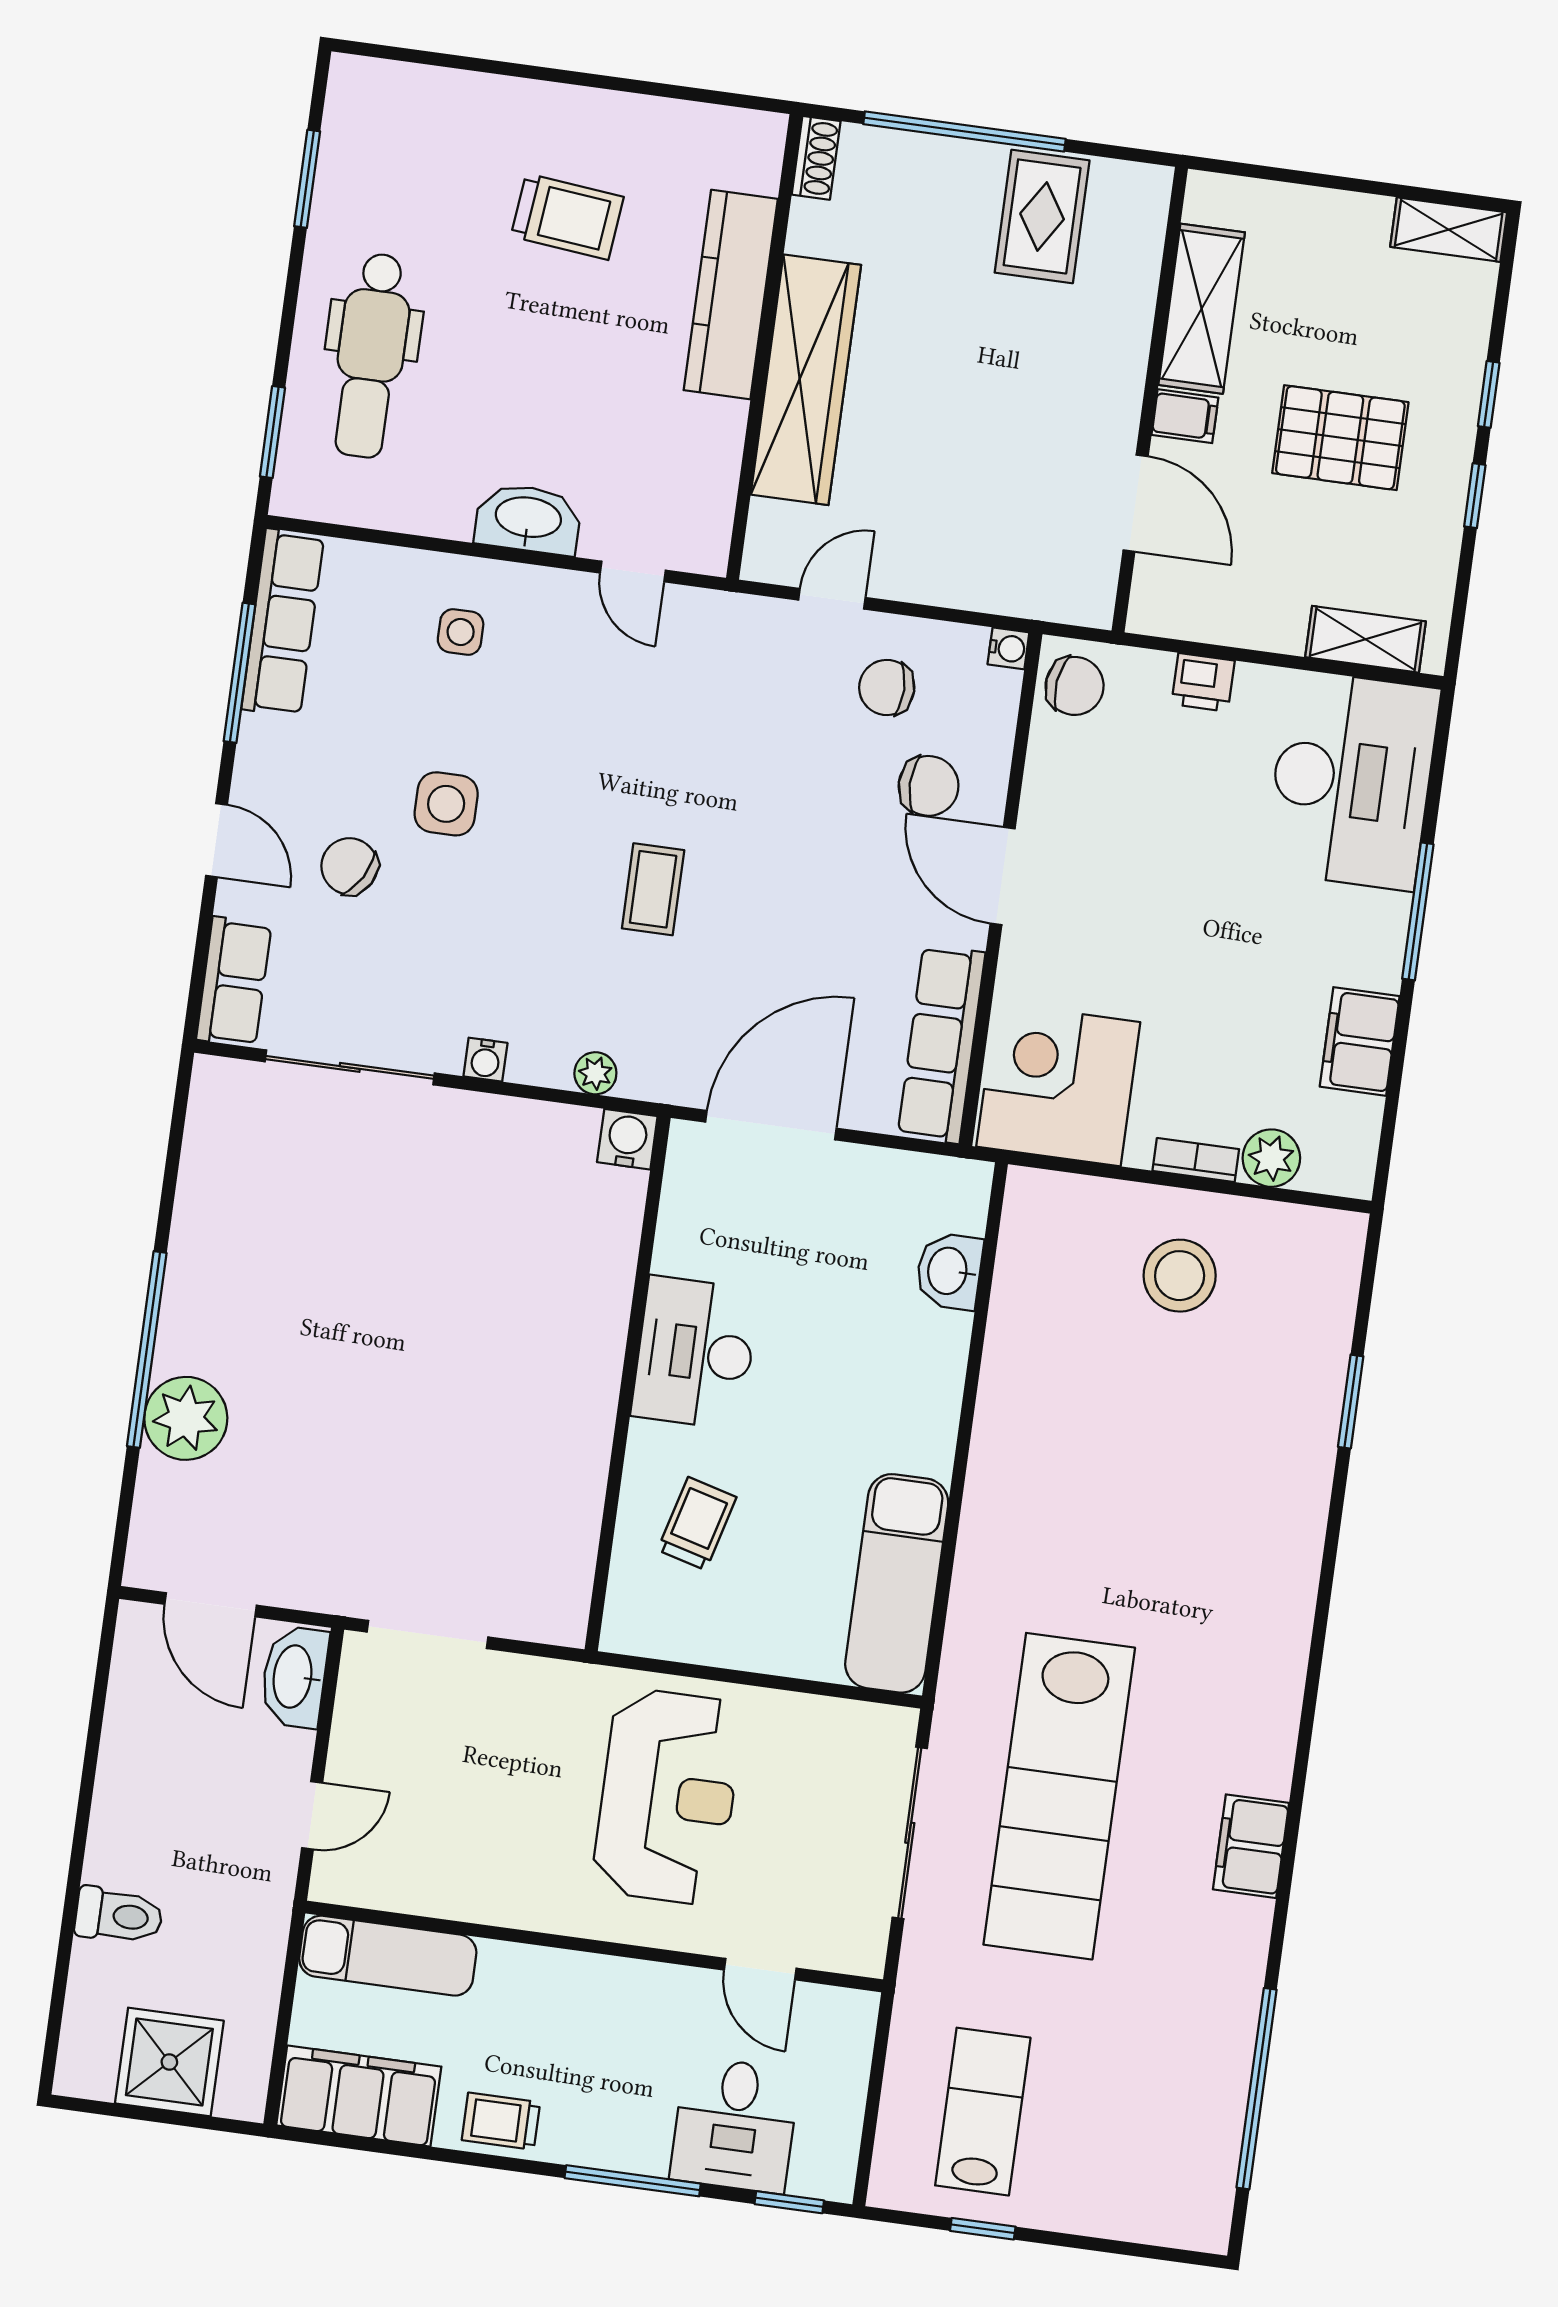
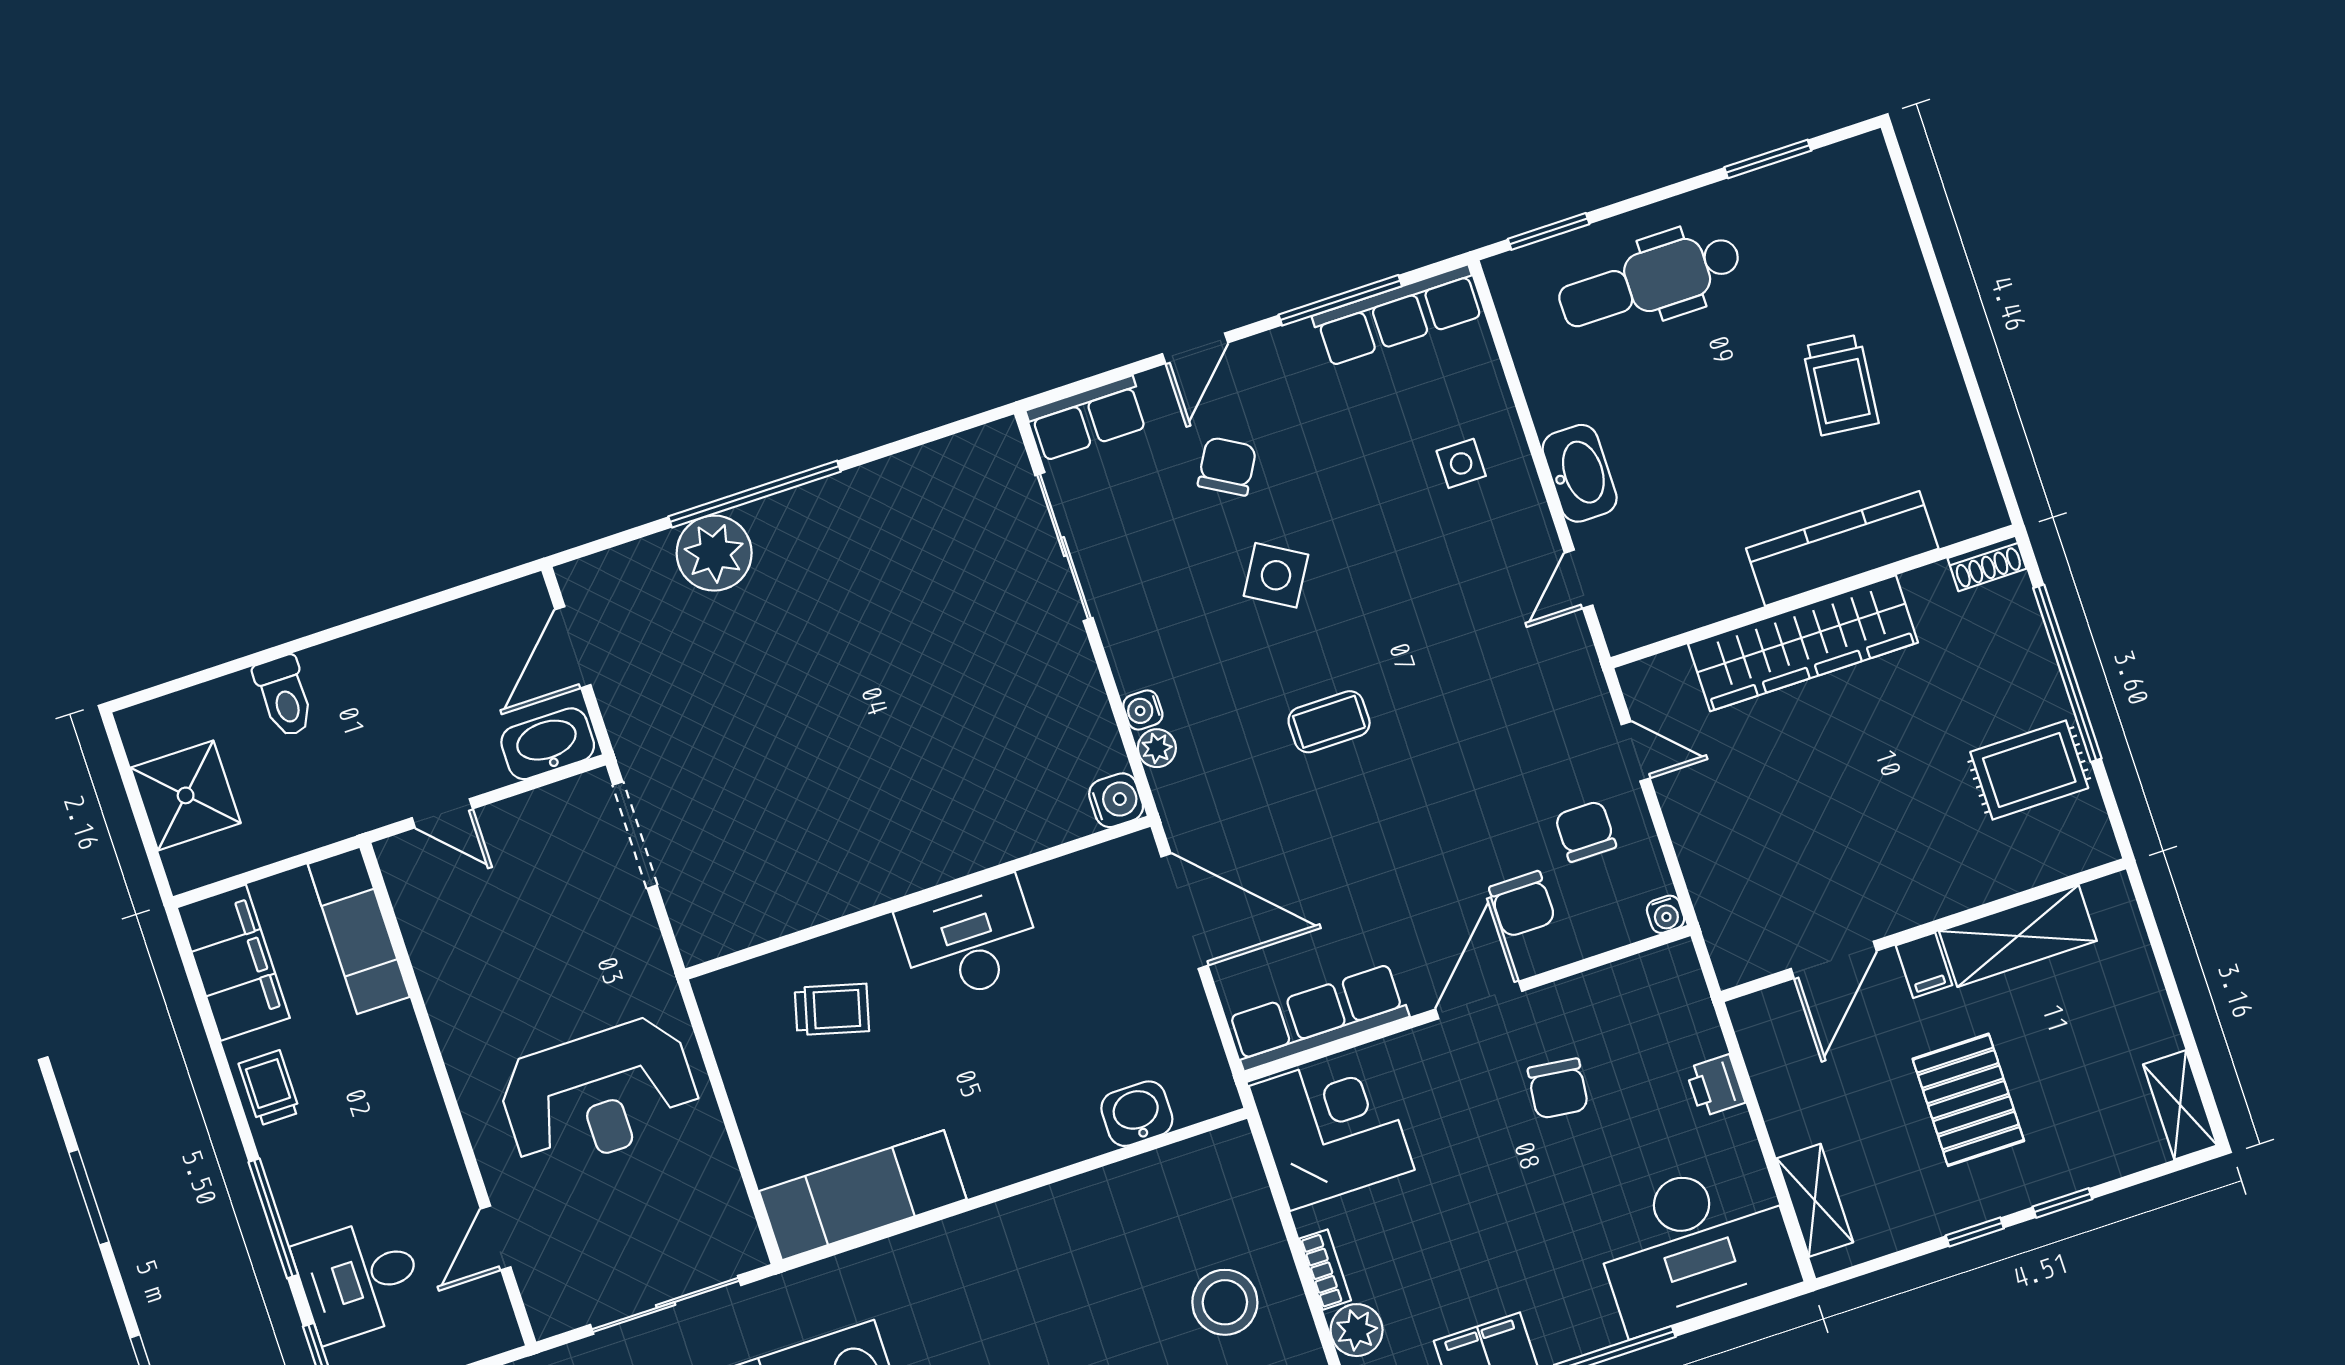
chair: (1075, 686) -> (1558, 1089), moved
side table: (446, 804) -> (1276, 575), moved, turned 31
water cooler: (485, 1060) -> (1143, 710), moved

